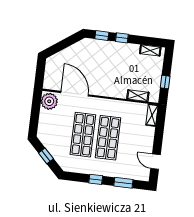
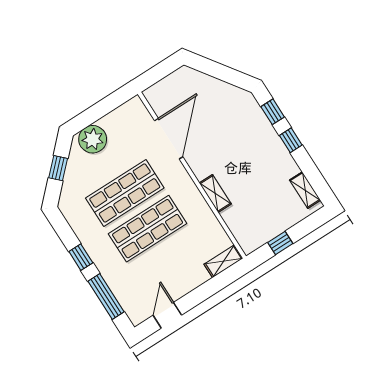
shelving: (138, 96) -> (215, 194), moved
plant: (49, 101) -> (93, 139), moved
window: (123, 183) -> (106, 296), width x1.44

